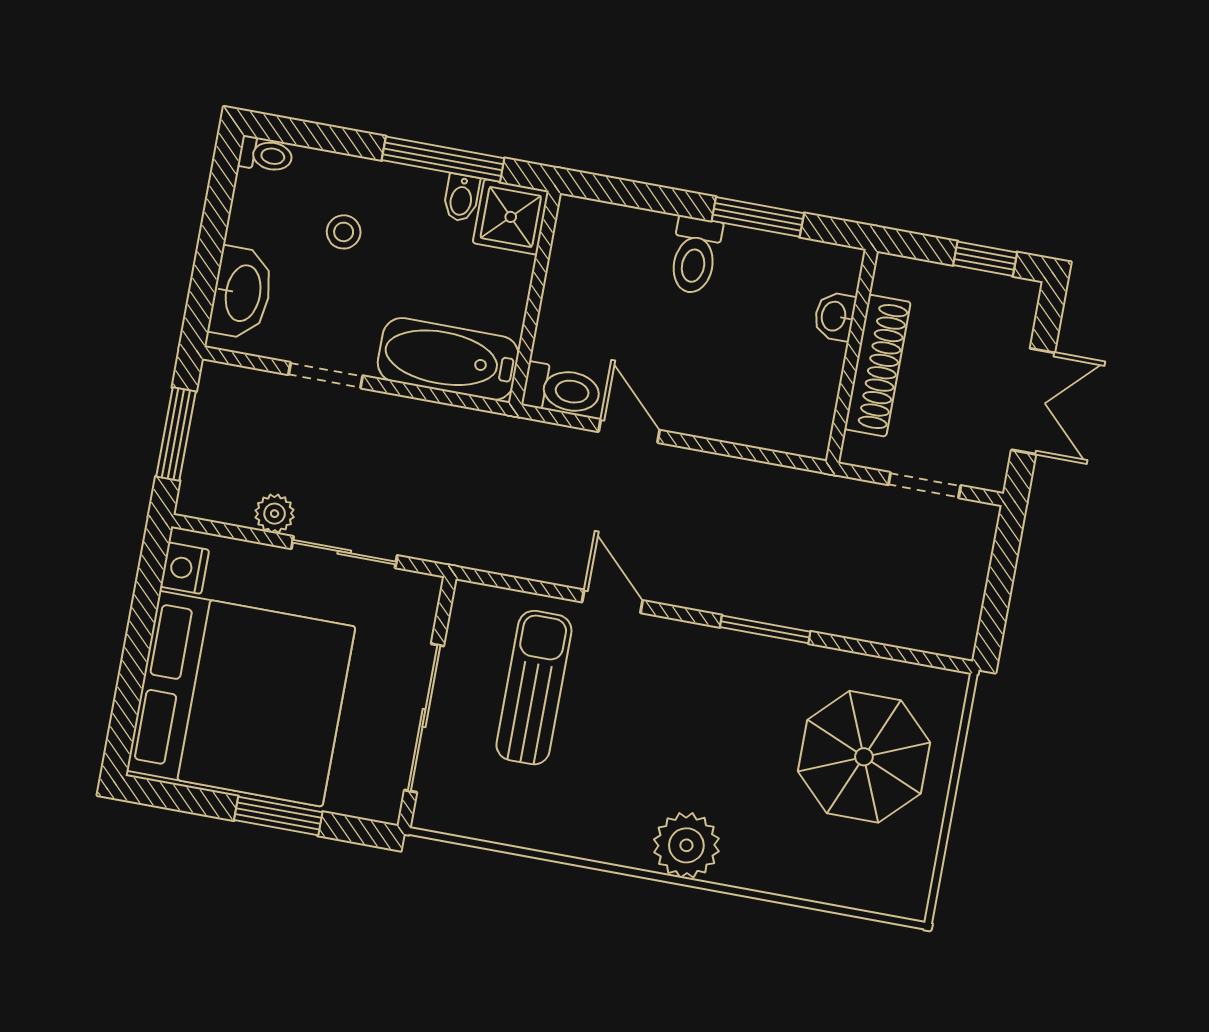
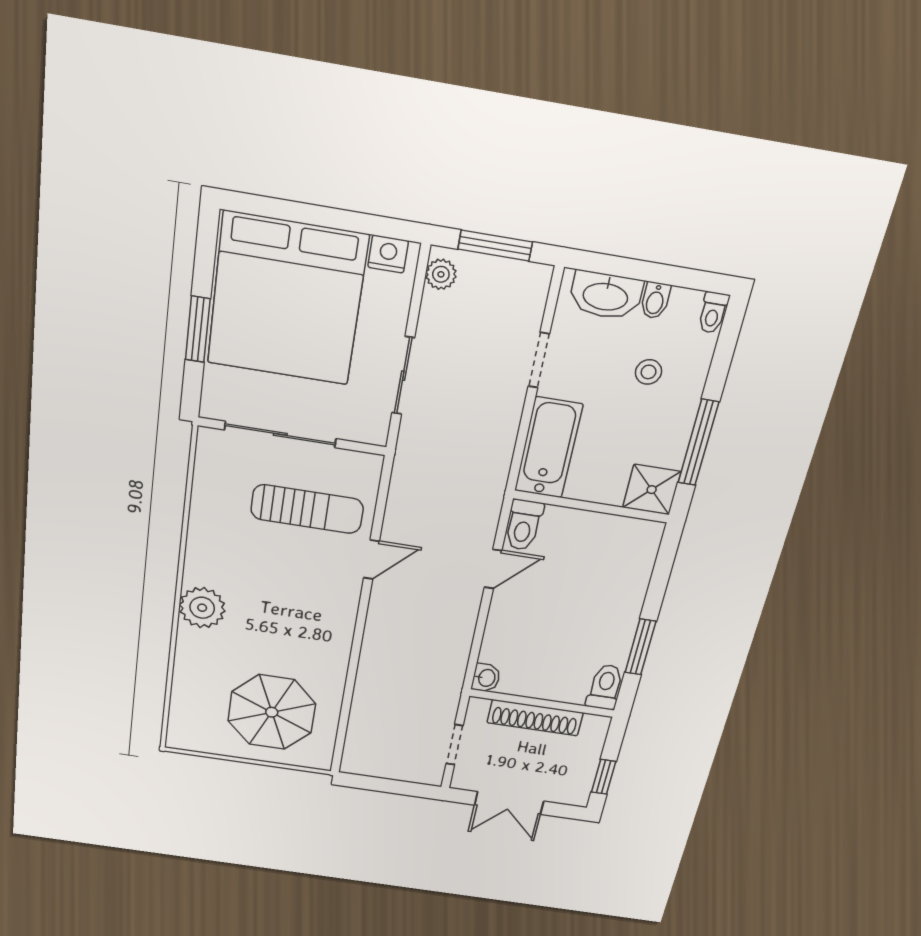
bidet: (461, 198) -> (655, 300), moved, turned -90
toilet: (695, 255) -> (605, 687), moved, turned 90
washbasin: (835, 316) -> (486, 678), moved, turned 90
plant: (275, 514) -> (441, 274), moved
window: (765, 629) -> (355, 654), removed

